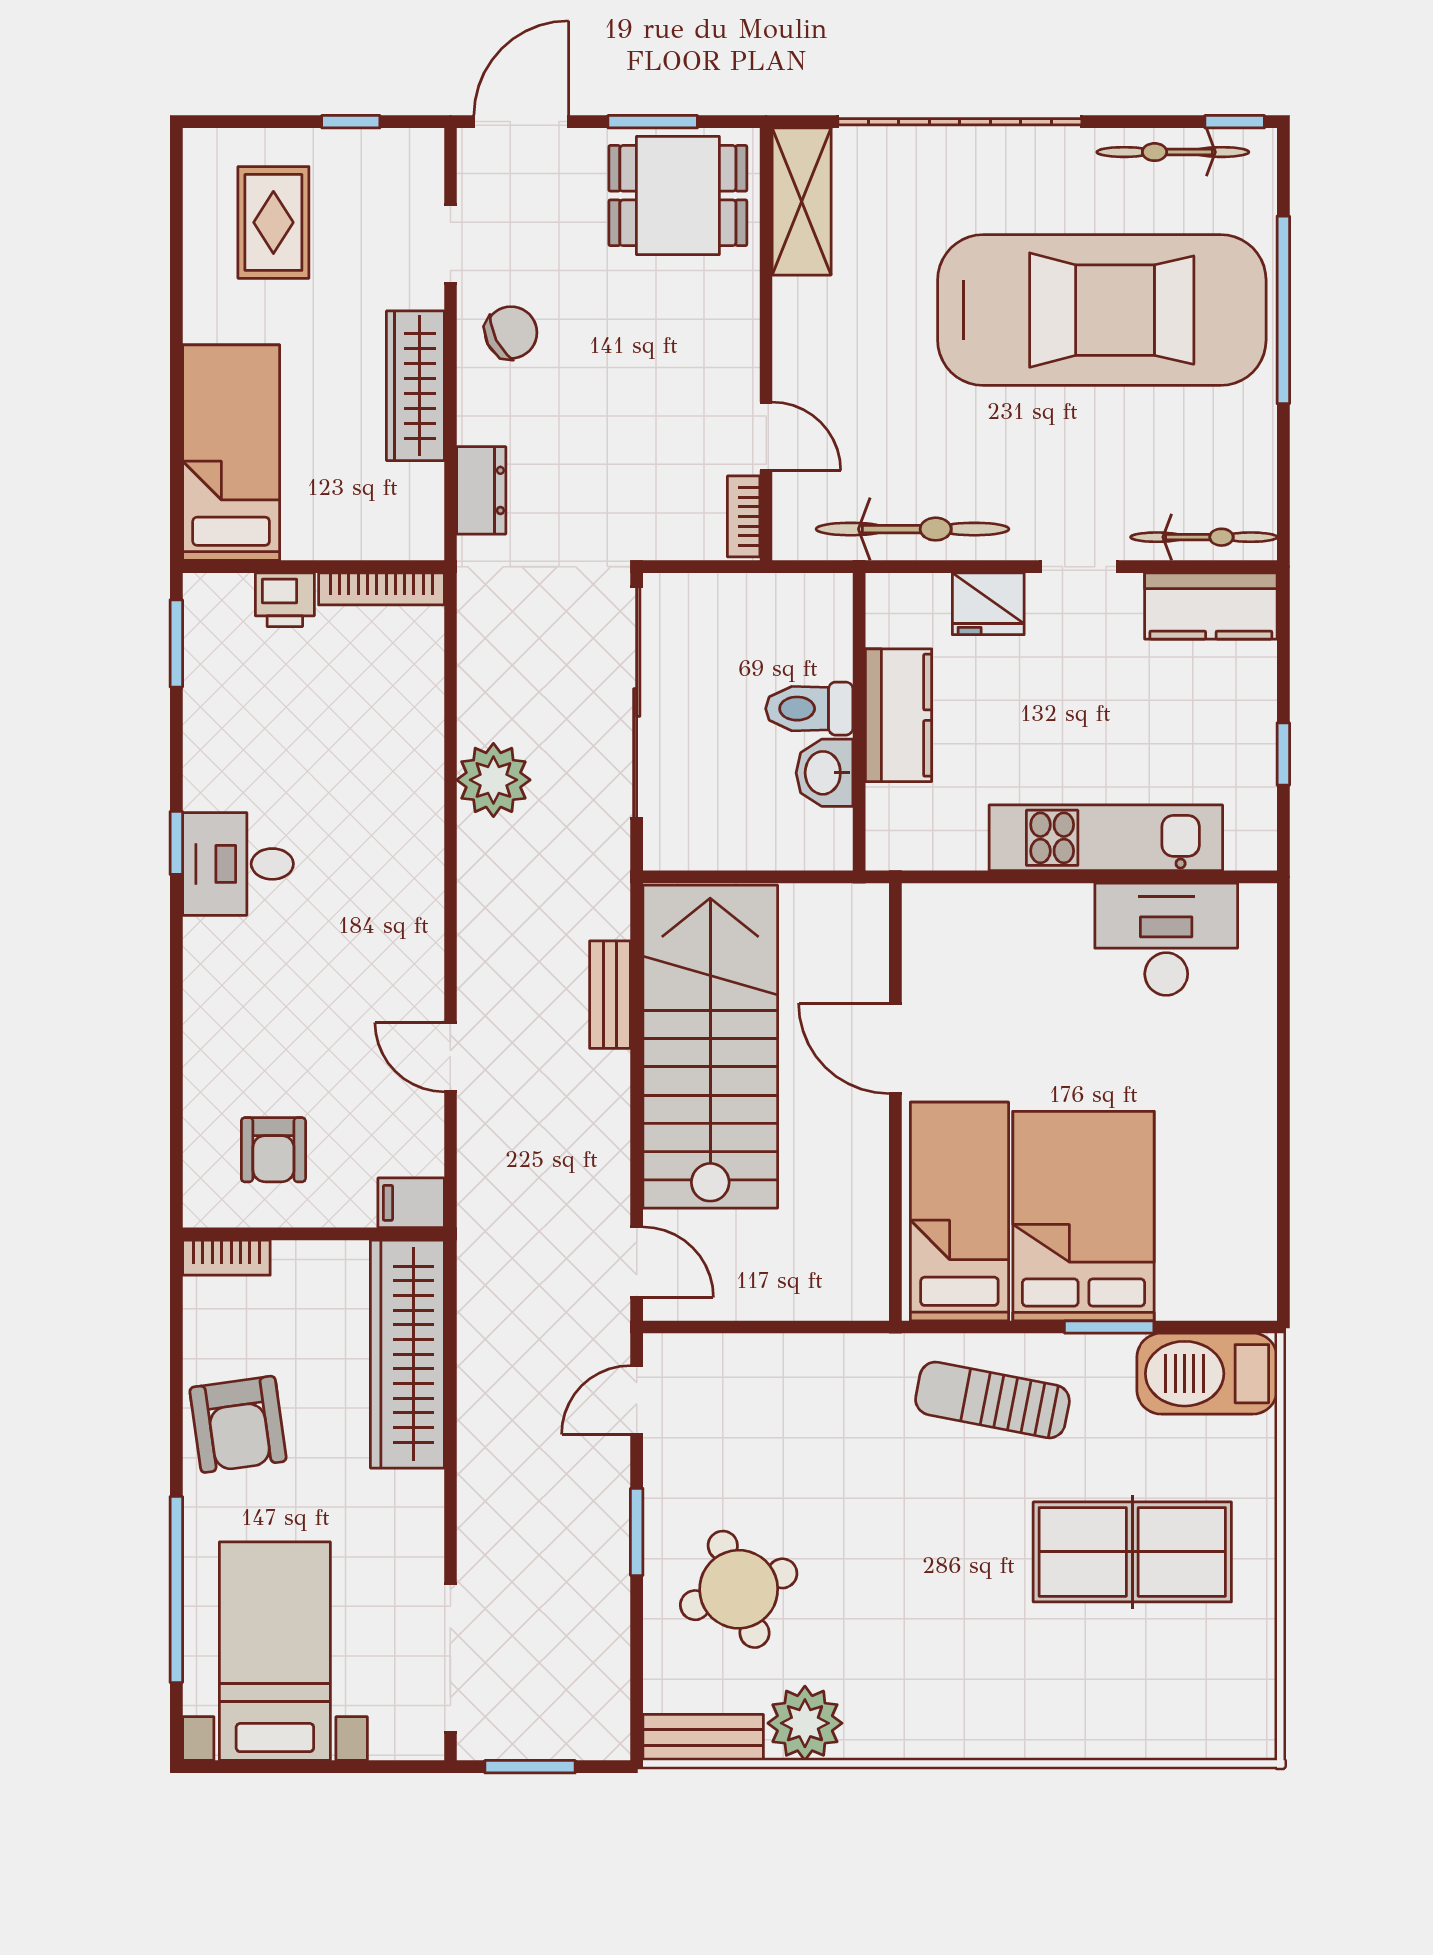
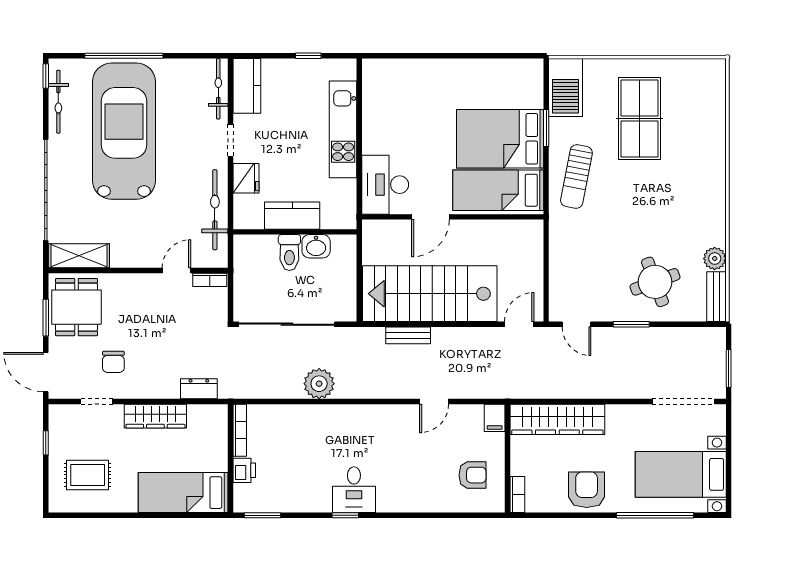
chair: (511, 333) -> (113, 362), moved, turned -153
desk: (1166, 939) -> (385, 185), moved
armchair: (238, 1424) -> (587, 490), turned -82
plant: (805, 1723) -> (715, 259), width x0.73, depth x0.73

